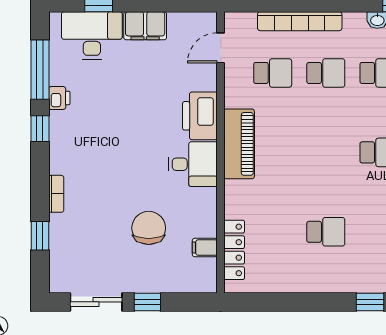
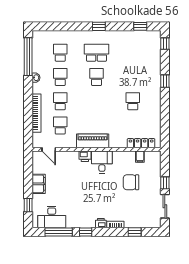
desk: (92, 35) -> (52, 217), moved, turned -90
printer: (59, 98) -> (101, 223), moved
printer: (200, 116) -> (85, 156), width x0.53, depth x0.68

